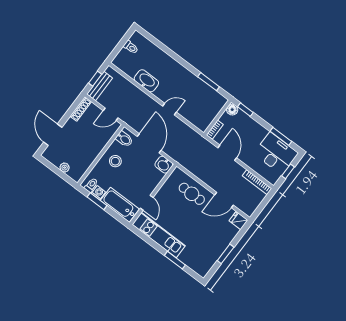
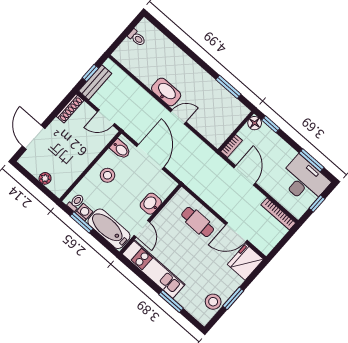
washbasin: (146, 81) -> (166, 92), moved
washbasin: (164, 165) -> (151, 204), moved, turned 90
fridge: (239, 221) -> (245, 262), width x1.88, depth x1.34
stool: (209, 258) -> (213, 302), added

